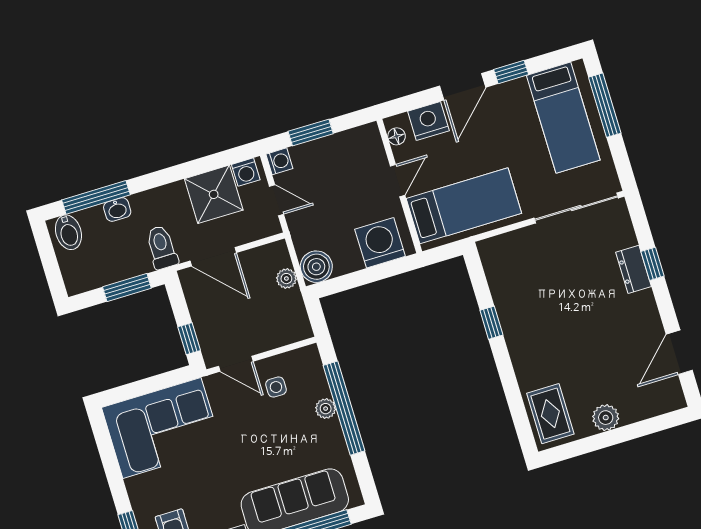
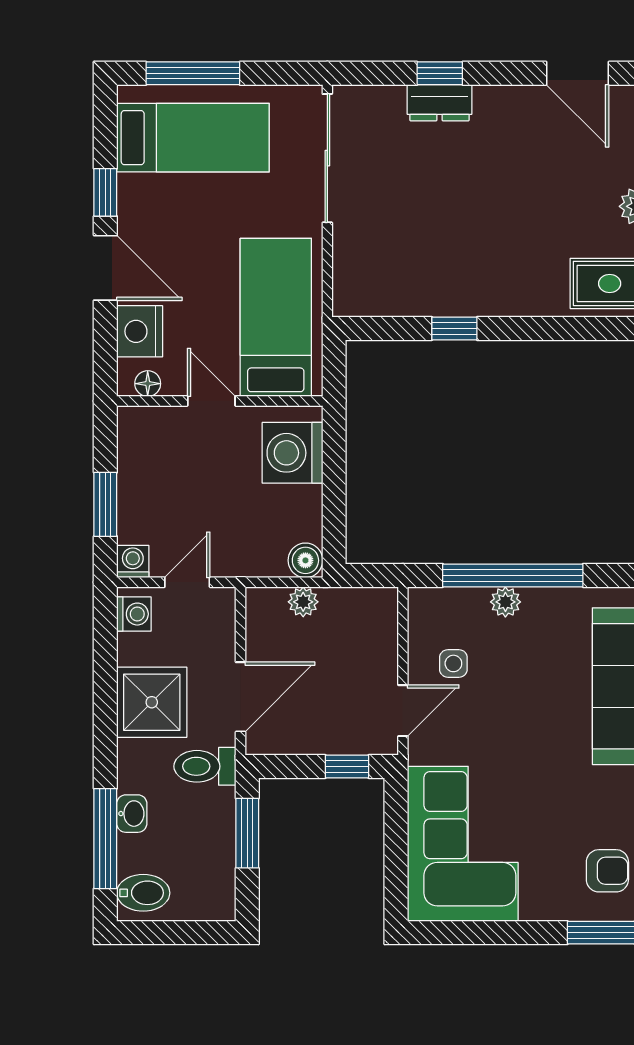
shower: (214, 194) -> (152, 702), moved
boiler: (316, 267) -> (305, 560), width x0.73, depth x0.73

